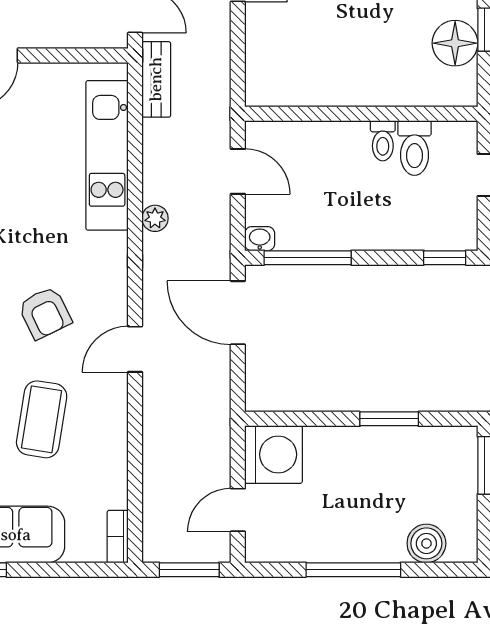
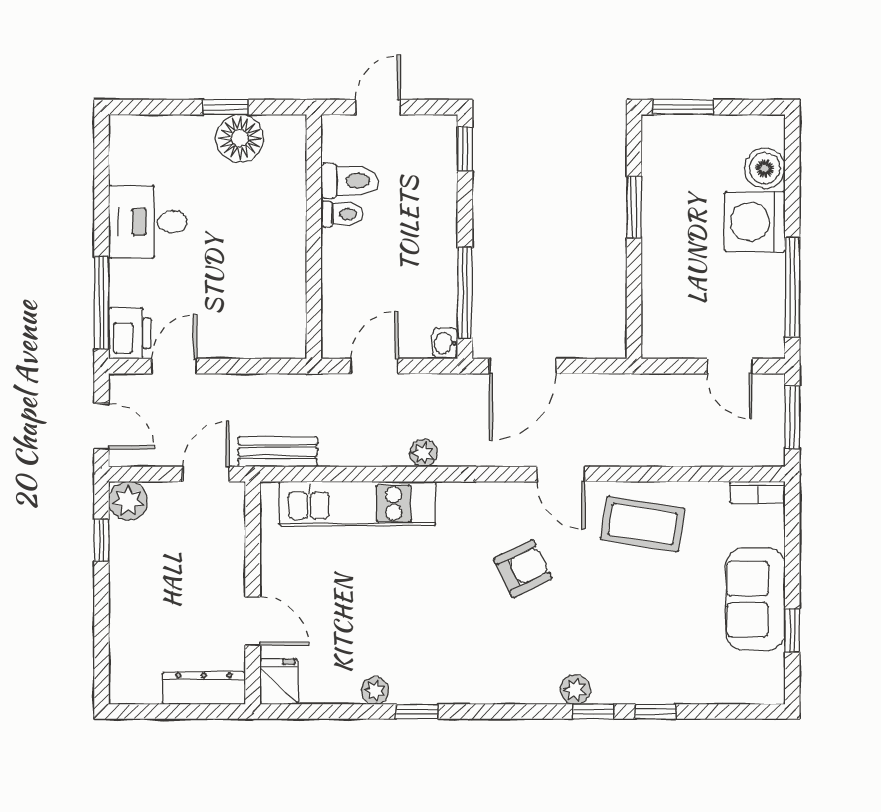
coffee table: (42, 419) -> (643, 524), moved
washing machine: (274, 454) -> (755, 222), moved, turned -90
window: (353, 570) -> (792, 287), moved

